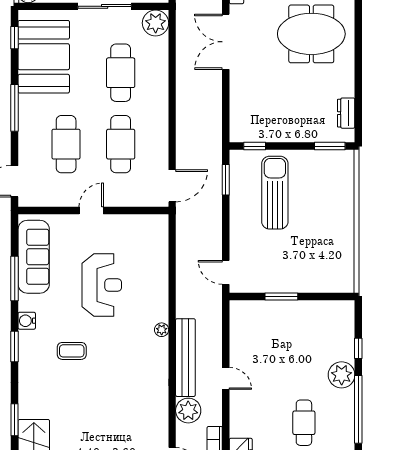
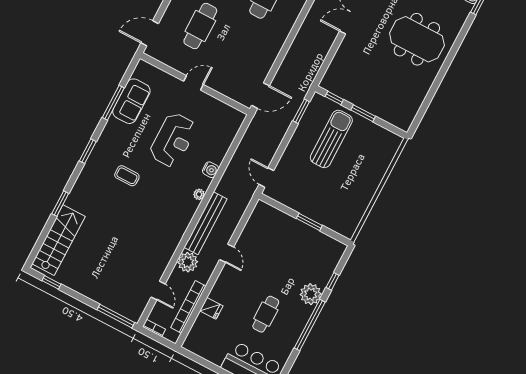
dresser: (346, 113) -> (412, 109), removed
cafe table: (121, 144) -> (239, 46), removed
window: (330, 146) -> (363, 113), moved
sofa: (34, 257) -> (131, 101), width x0.73
window: (281, 296) -> (309, 222), moved
water cooler: (27, 321) -> (210, 170), moved, turned 180

